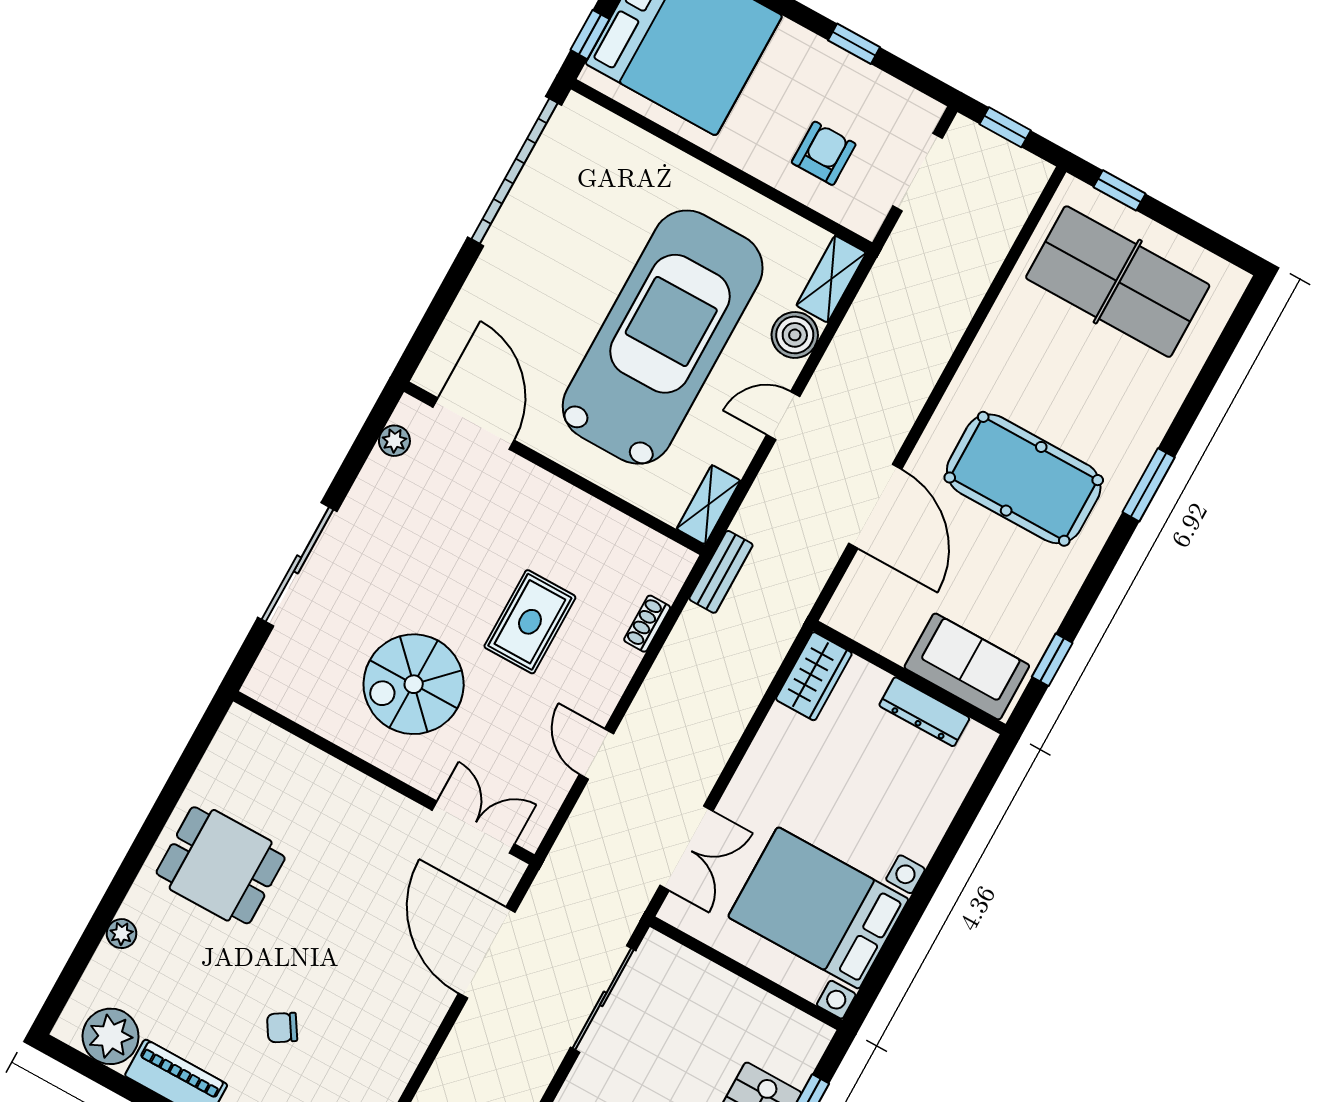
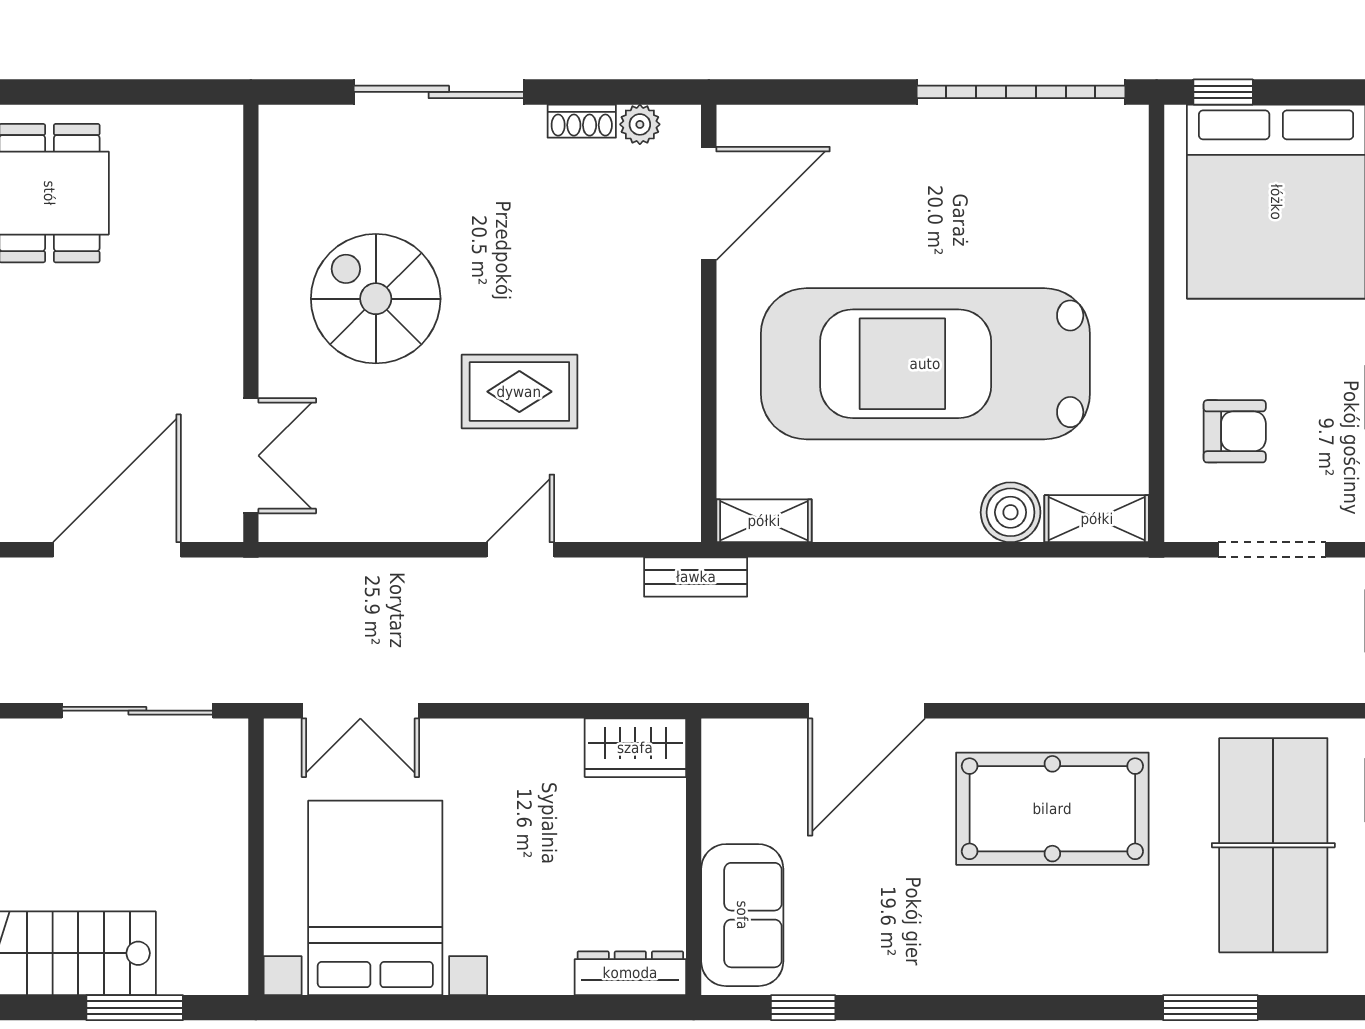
car: (663, 337) -> (925, 364), turned 180
door: (783, 416) -> (912, 550), removed
pool table: (1024, 479) -> (1052, 809), moved, turned 90
window: (1149, 485) -> (1210, 1008), moved
shoe rack: (647, 624) -> (582, 121), moved, turned 180
dresser: (924, 712) -> (630, 973), moved, turned 90
door: (597, 754) -> (520, 550), moved

